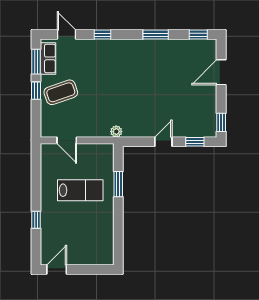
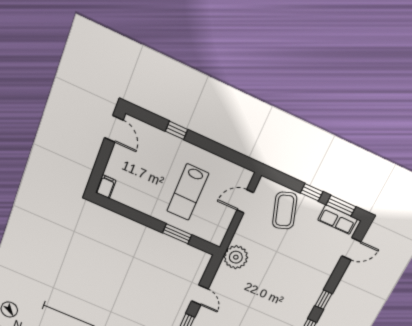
window: (103, 35) -> (323, 300), moved
coffee table: (61, 92) -> (285, 211), moved
plant: (116, 132) -> (236, 257), width x1.88, depth x1.88
filing cabinet: (105, 259) -> (106, 187), added

